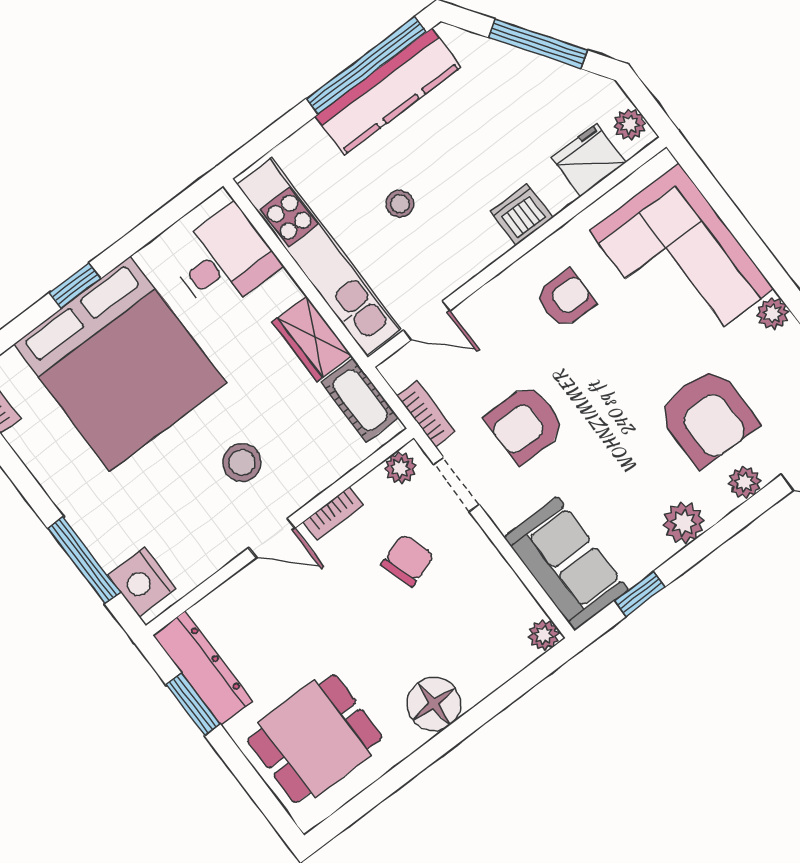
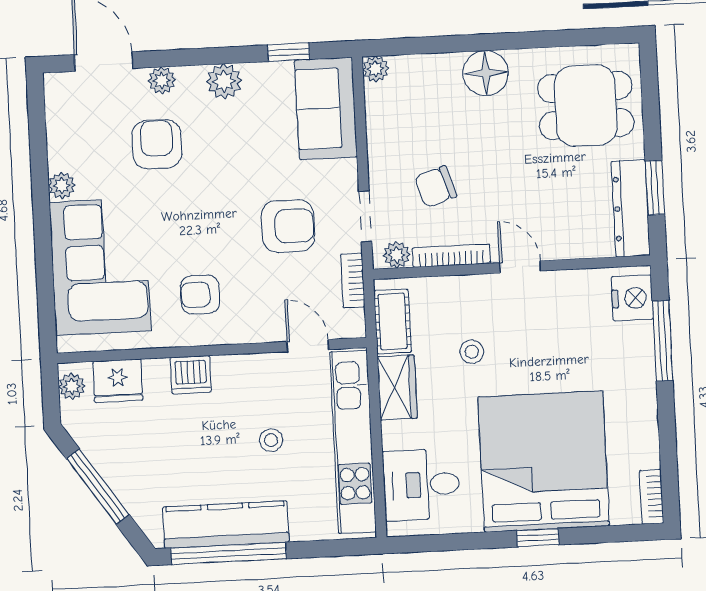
armchair: (707, 417) -> (157, 144), width x0.73, depth x0.73
stool: (242, 462) -> (472, 352), moved, width x0.73, depth x0.73
bookcase: (333, 513) -> (451, 256), width x1.56

